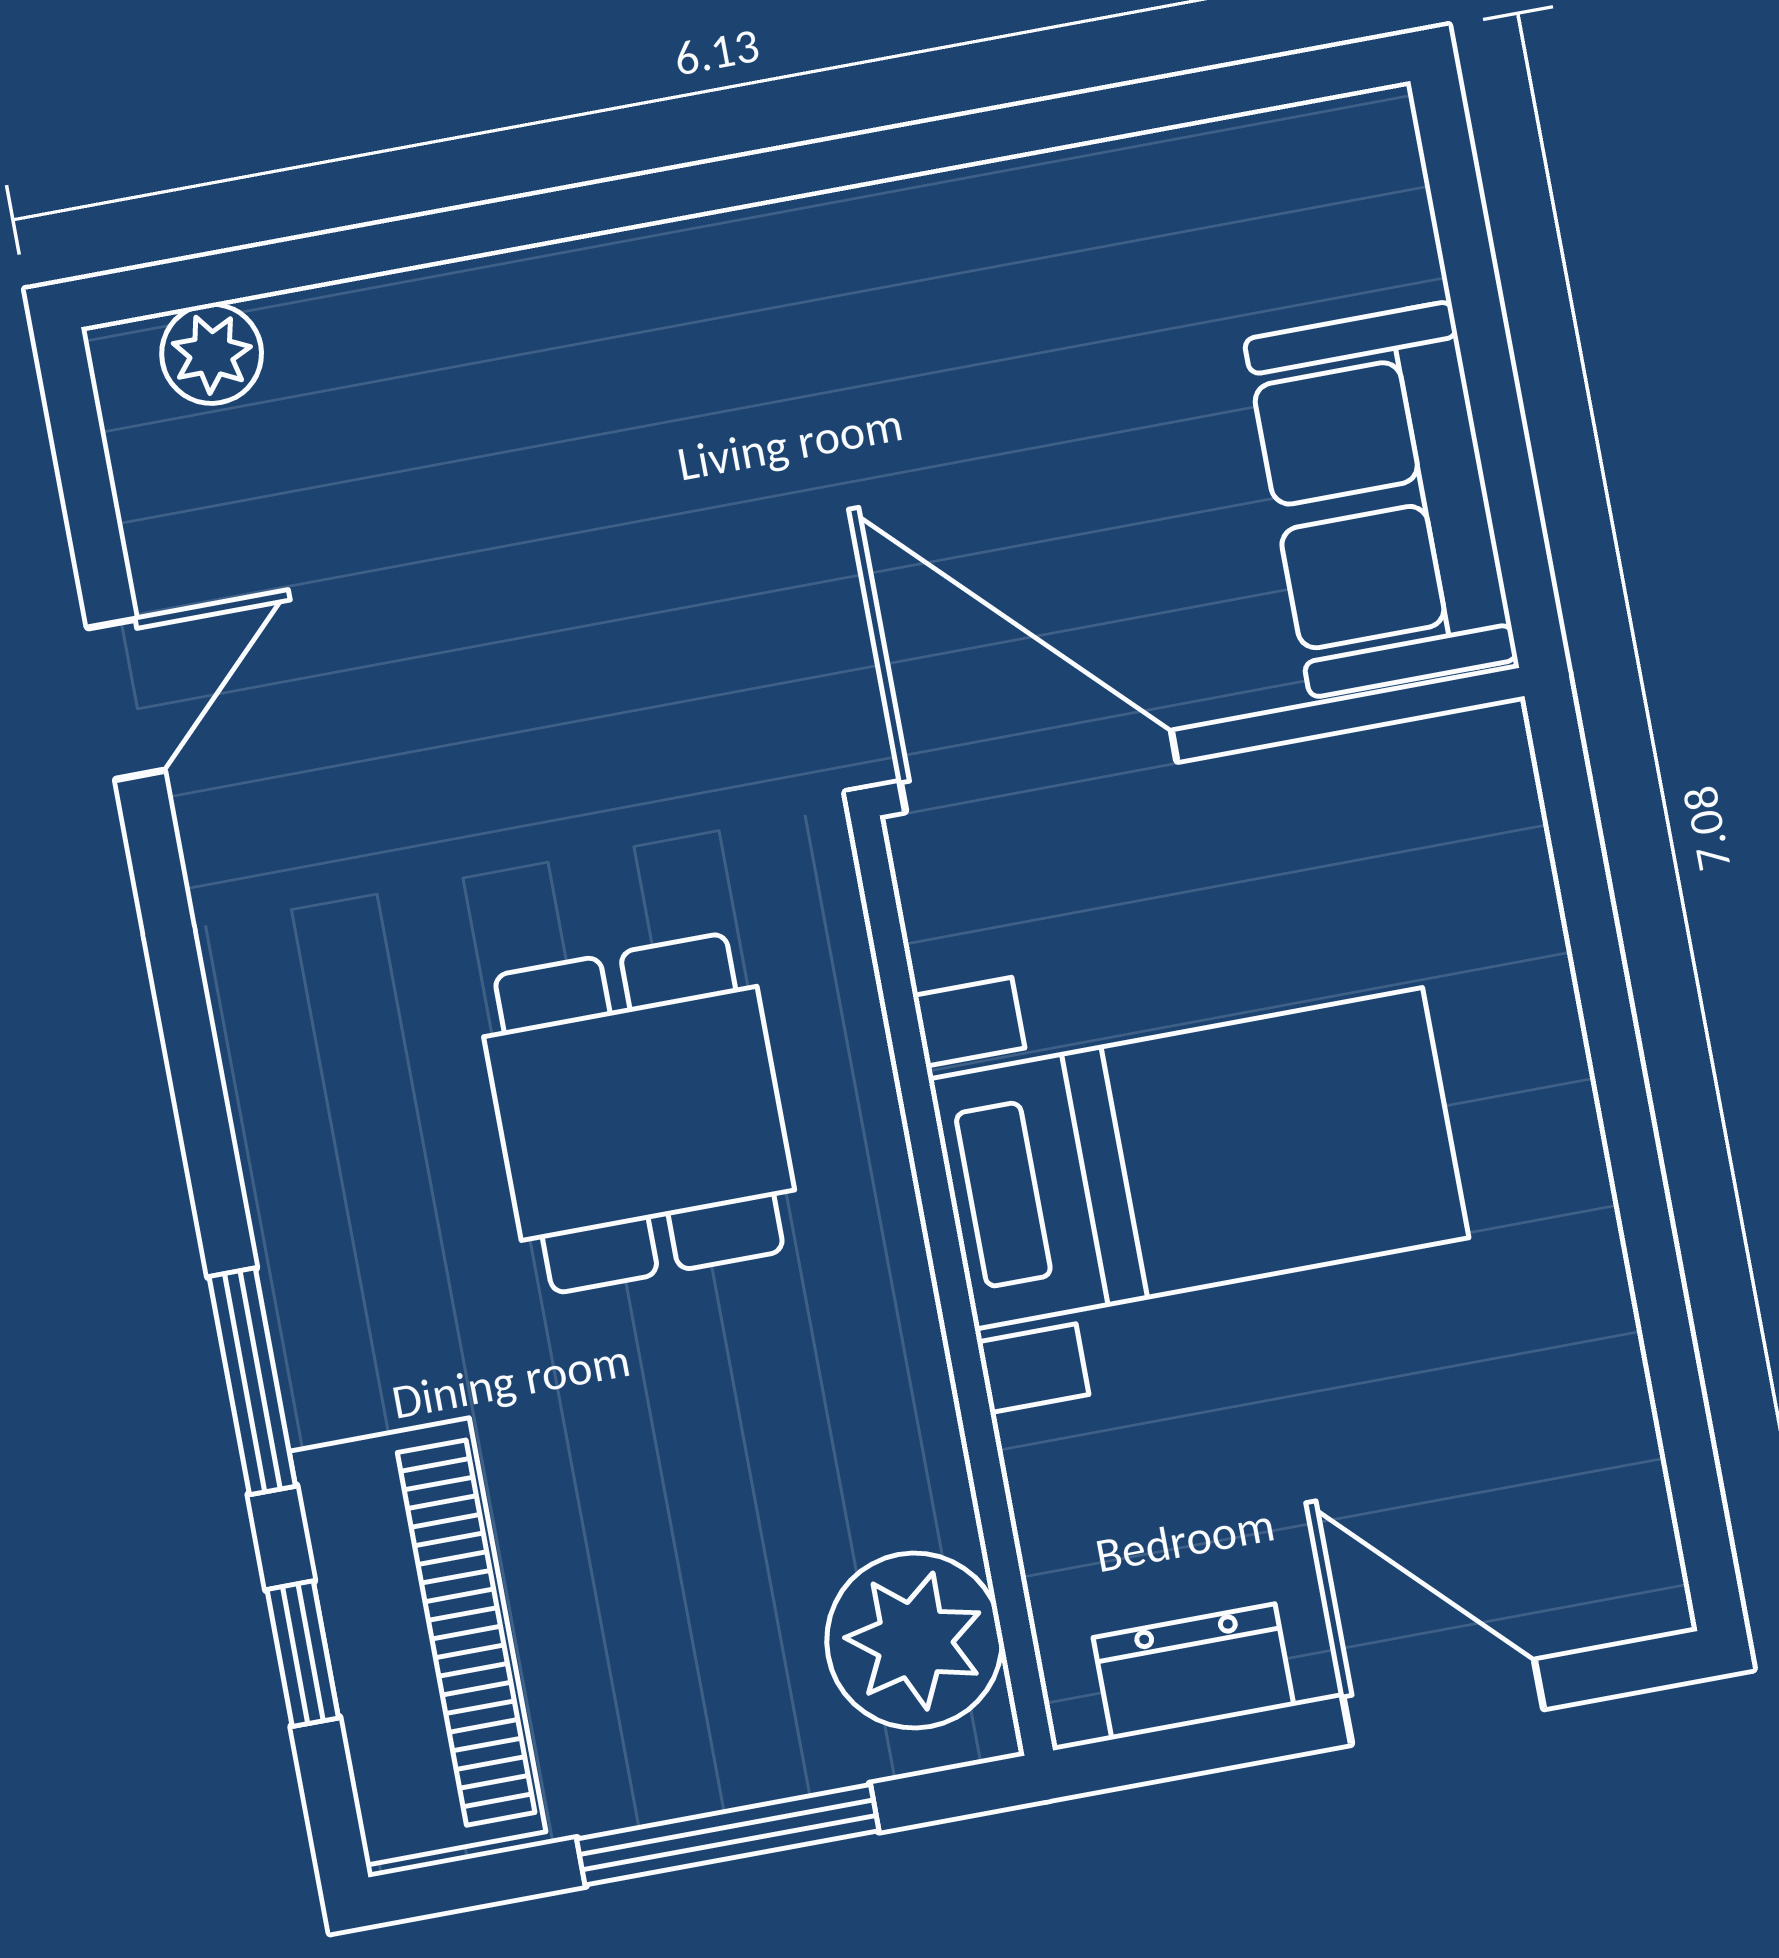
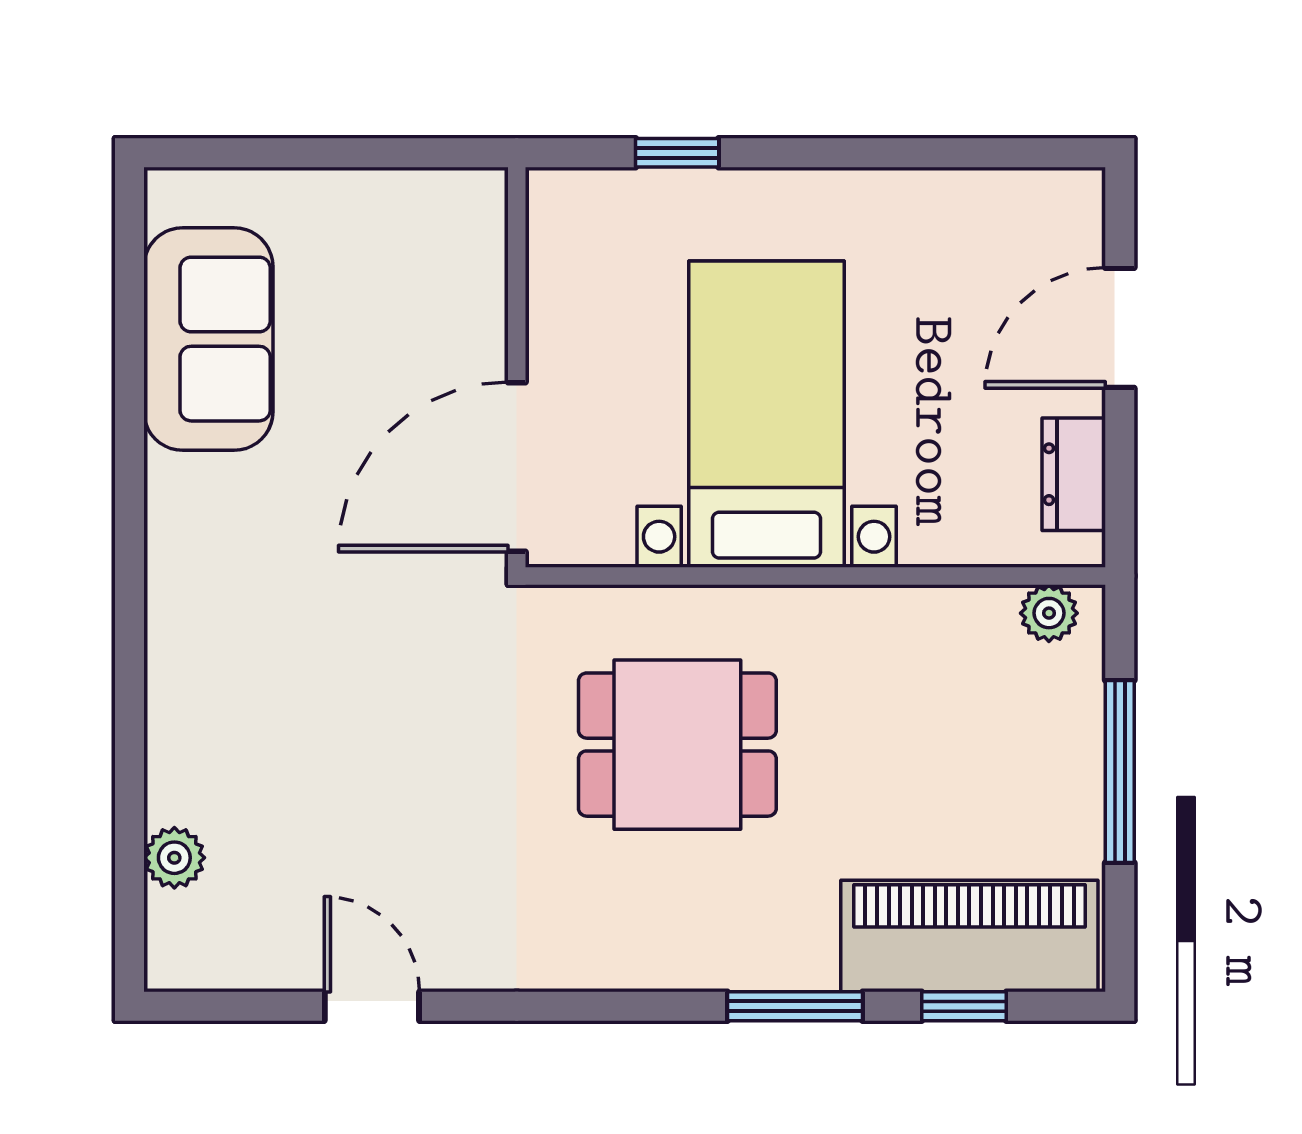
plant: (212, 354) -> (174, 858), moved
sofa: (1381, 499) -> (208, 339), moved, turned -90
window: (1593, 936) -> (677, 153), added
plant: (914, 1641) -> (1049, 613), width x0.53, depth x0.53

